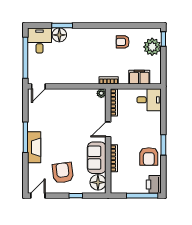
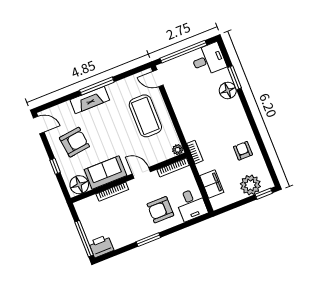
floor lamp: (59, 35) -> (228, 90), moved
coffee table: (64, 108) -> (145, 116), added
armchair: (149, 156) -> (160, 210), moved

